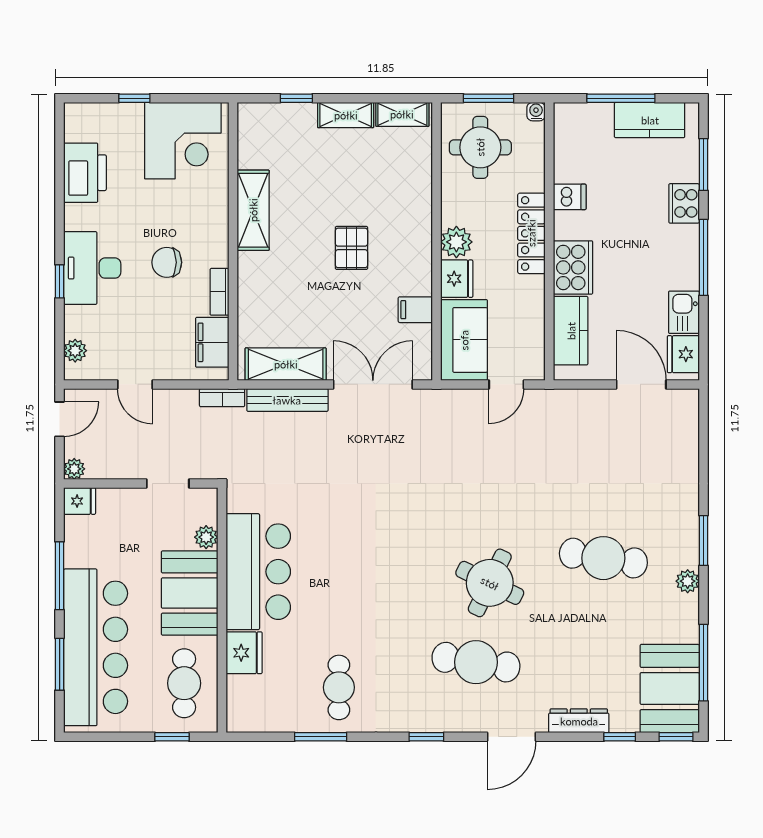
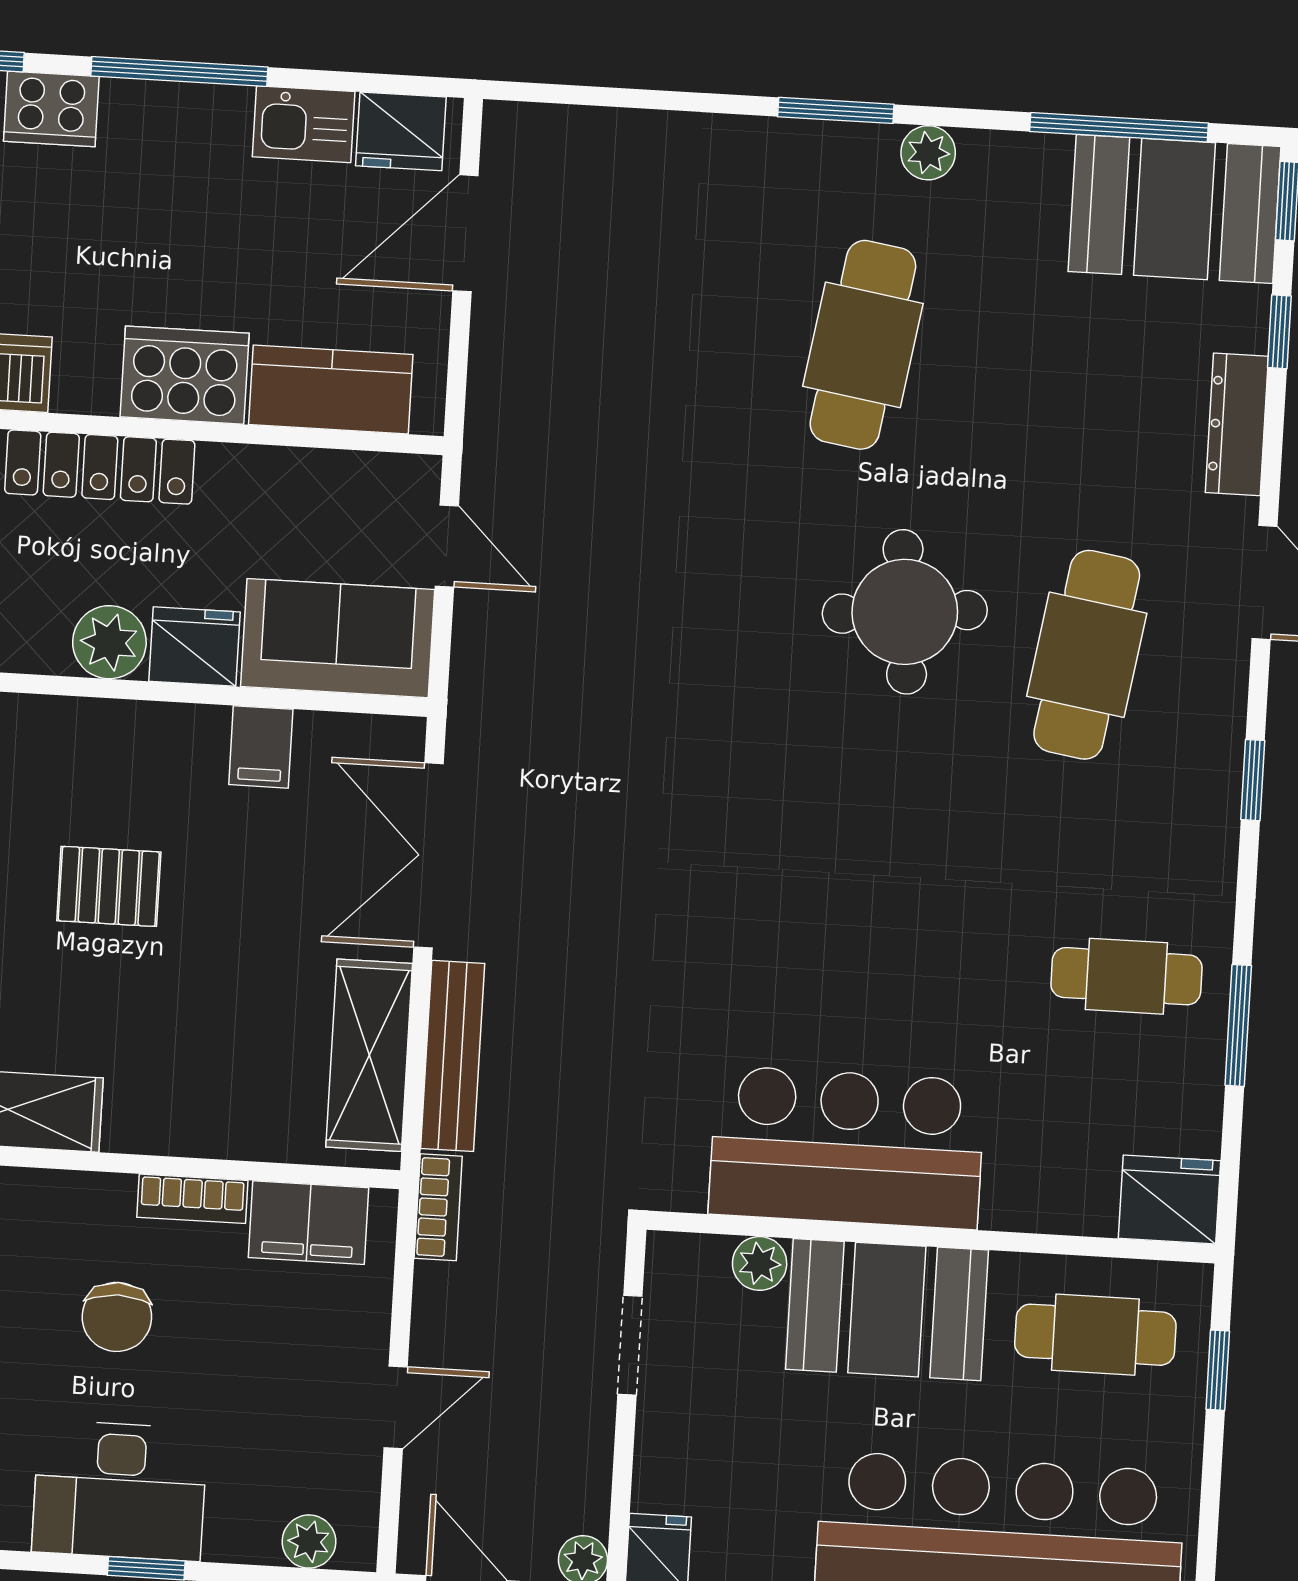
round table: (490, 583) -> (905, 612), turned -31
fridge: (244, 653) -> (1170, 1200), moved

